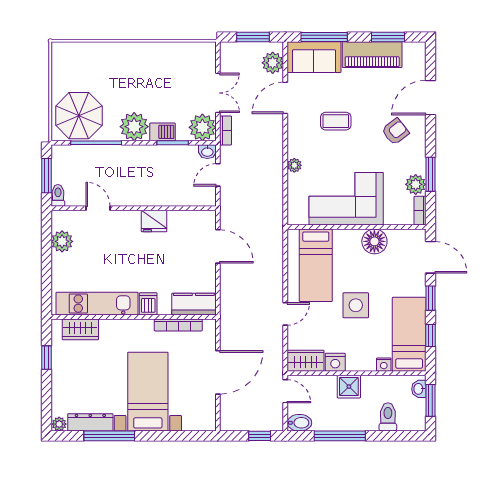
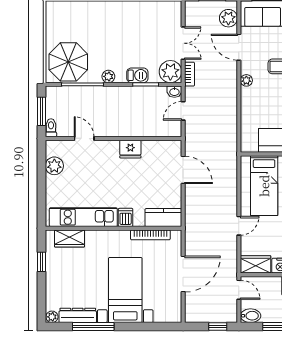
door: (285, 98) -> (239, 47), hinge flipped
plant: (134, 127) -> (108, 76), width x0.53, depth x0.53
plant: (294, 165) -> (246, 80), moved

